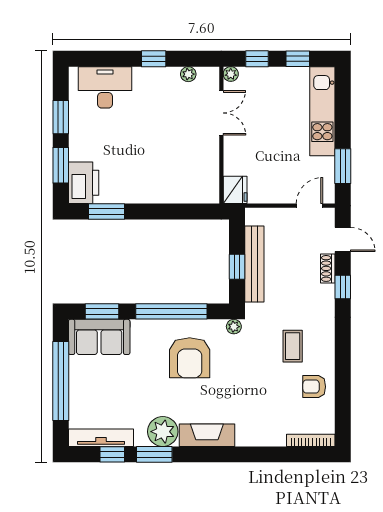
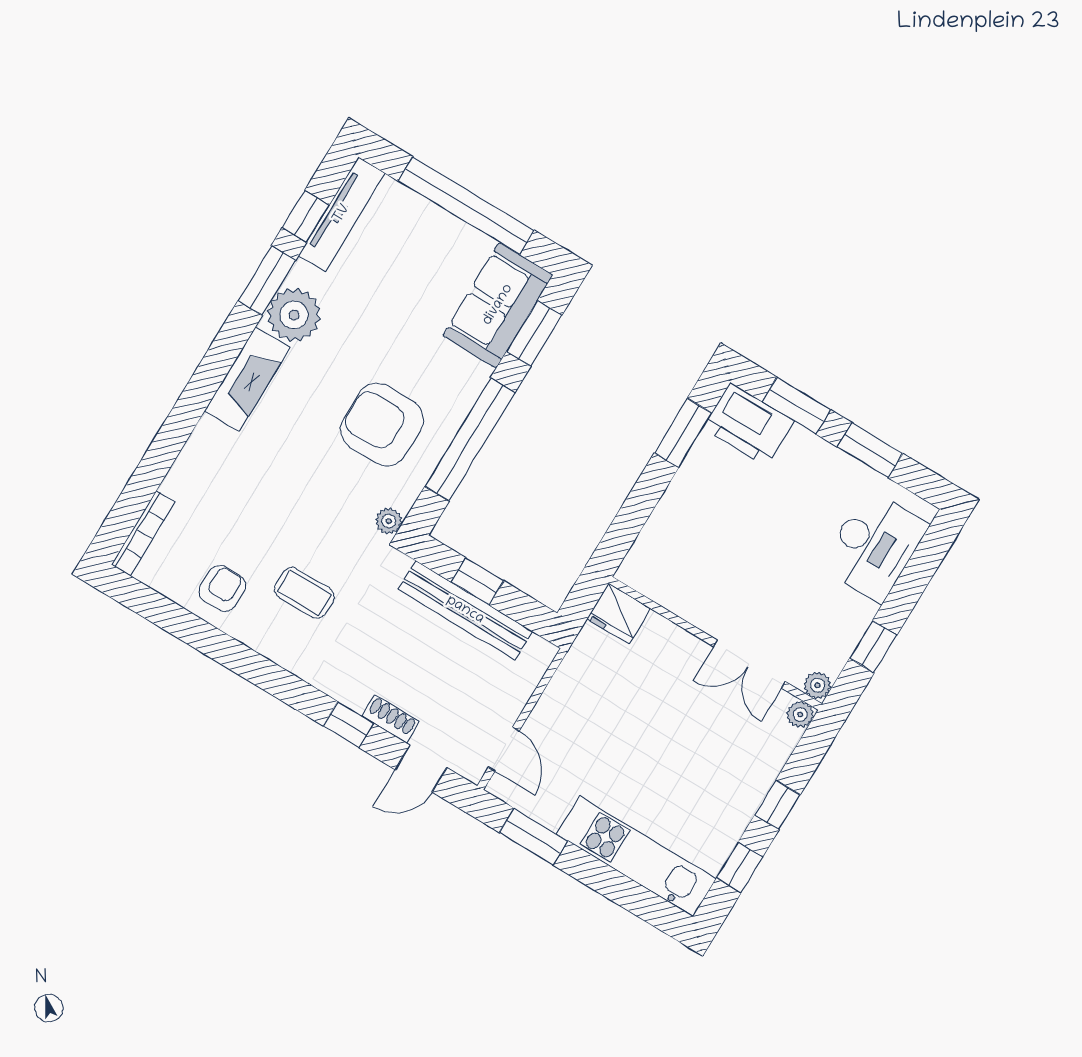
plant: (231, 74) -> (800, 715), moved
double door: (221, 113) -> (749, 664), moved
wall: (221, 135) -> (715, 643), moved
fridge: (235, 190) -> (619, 614), moved

